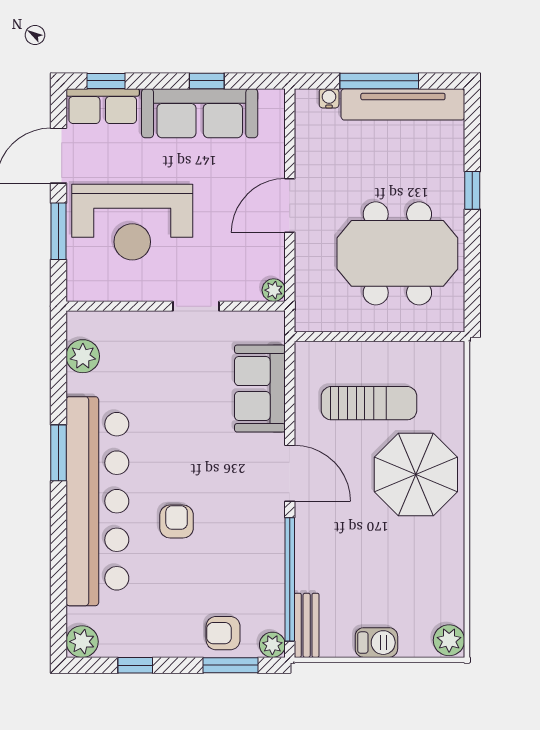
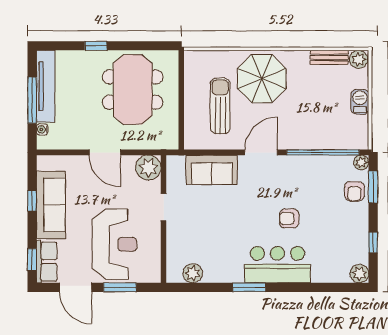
plant: (274, 290) -> (148, 168), width x1.87, depth x1.87
bar counter: (97, 501) -> (277, 265), width x0.54
bench: (307, 625) -> (329, 57), moved

